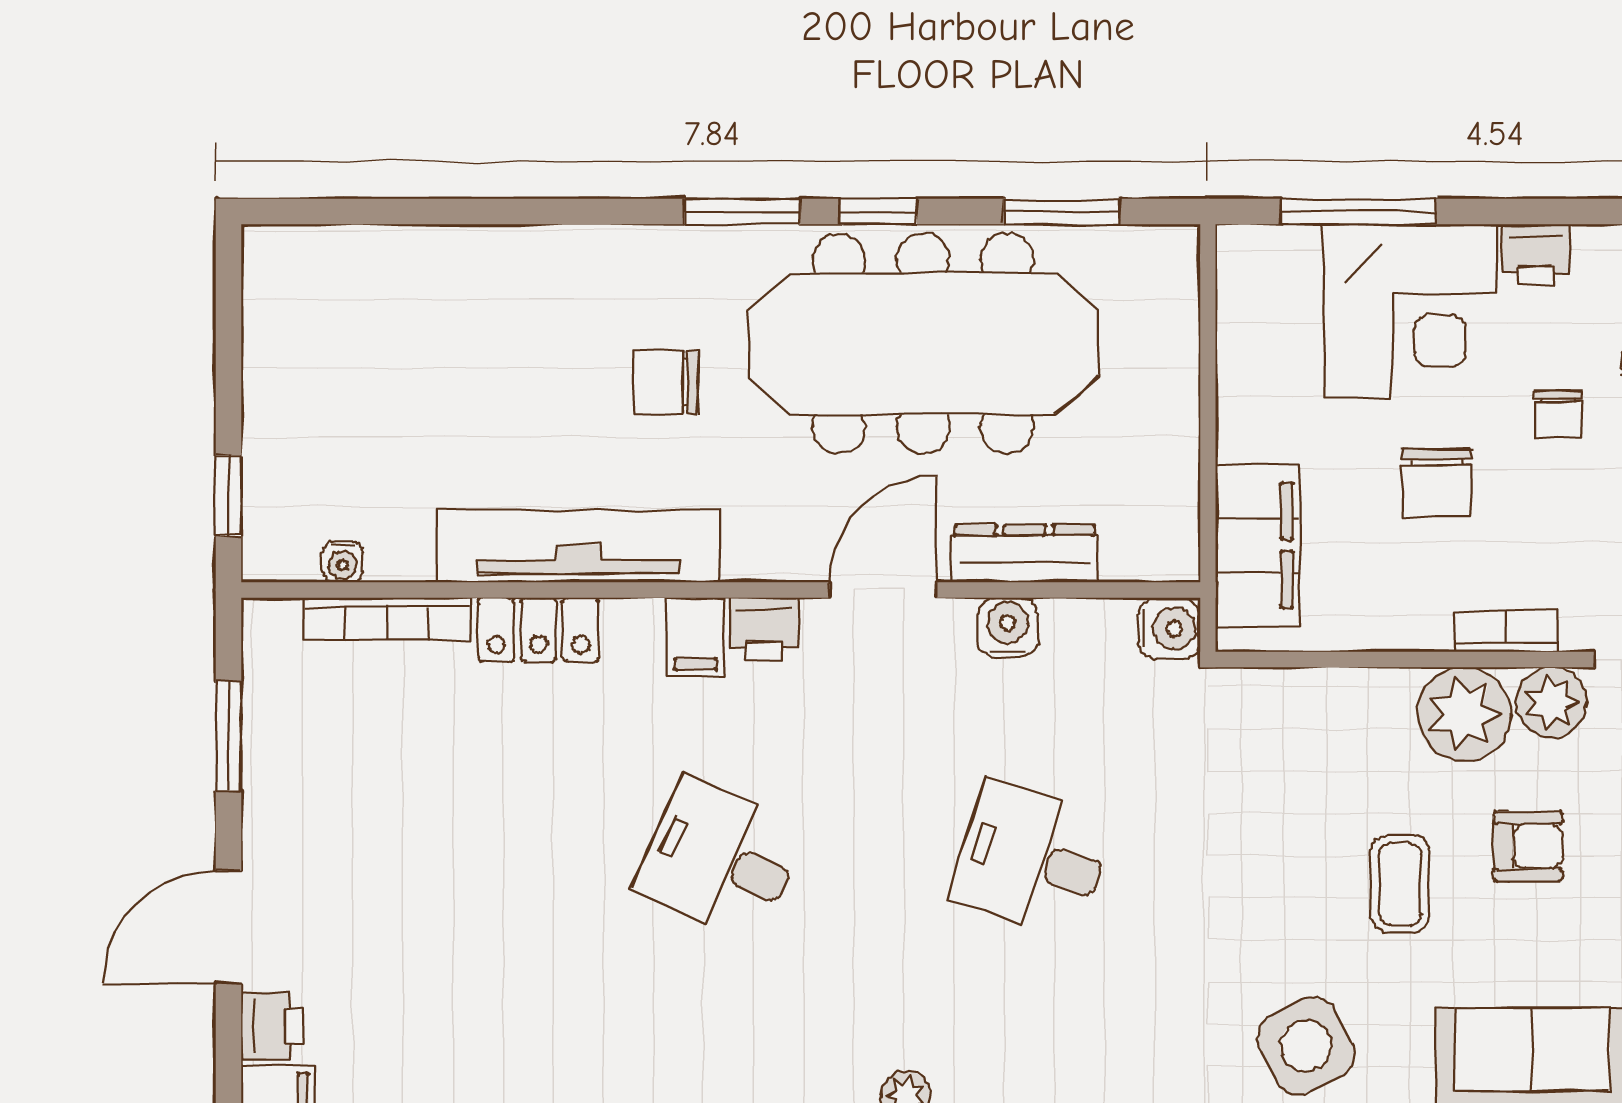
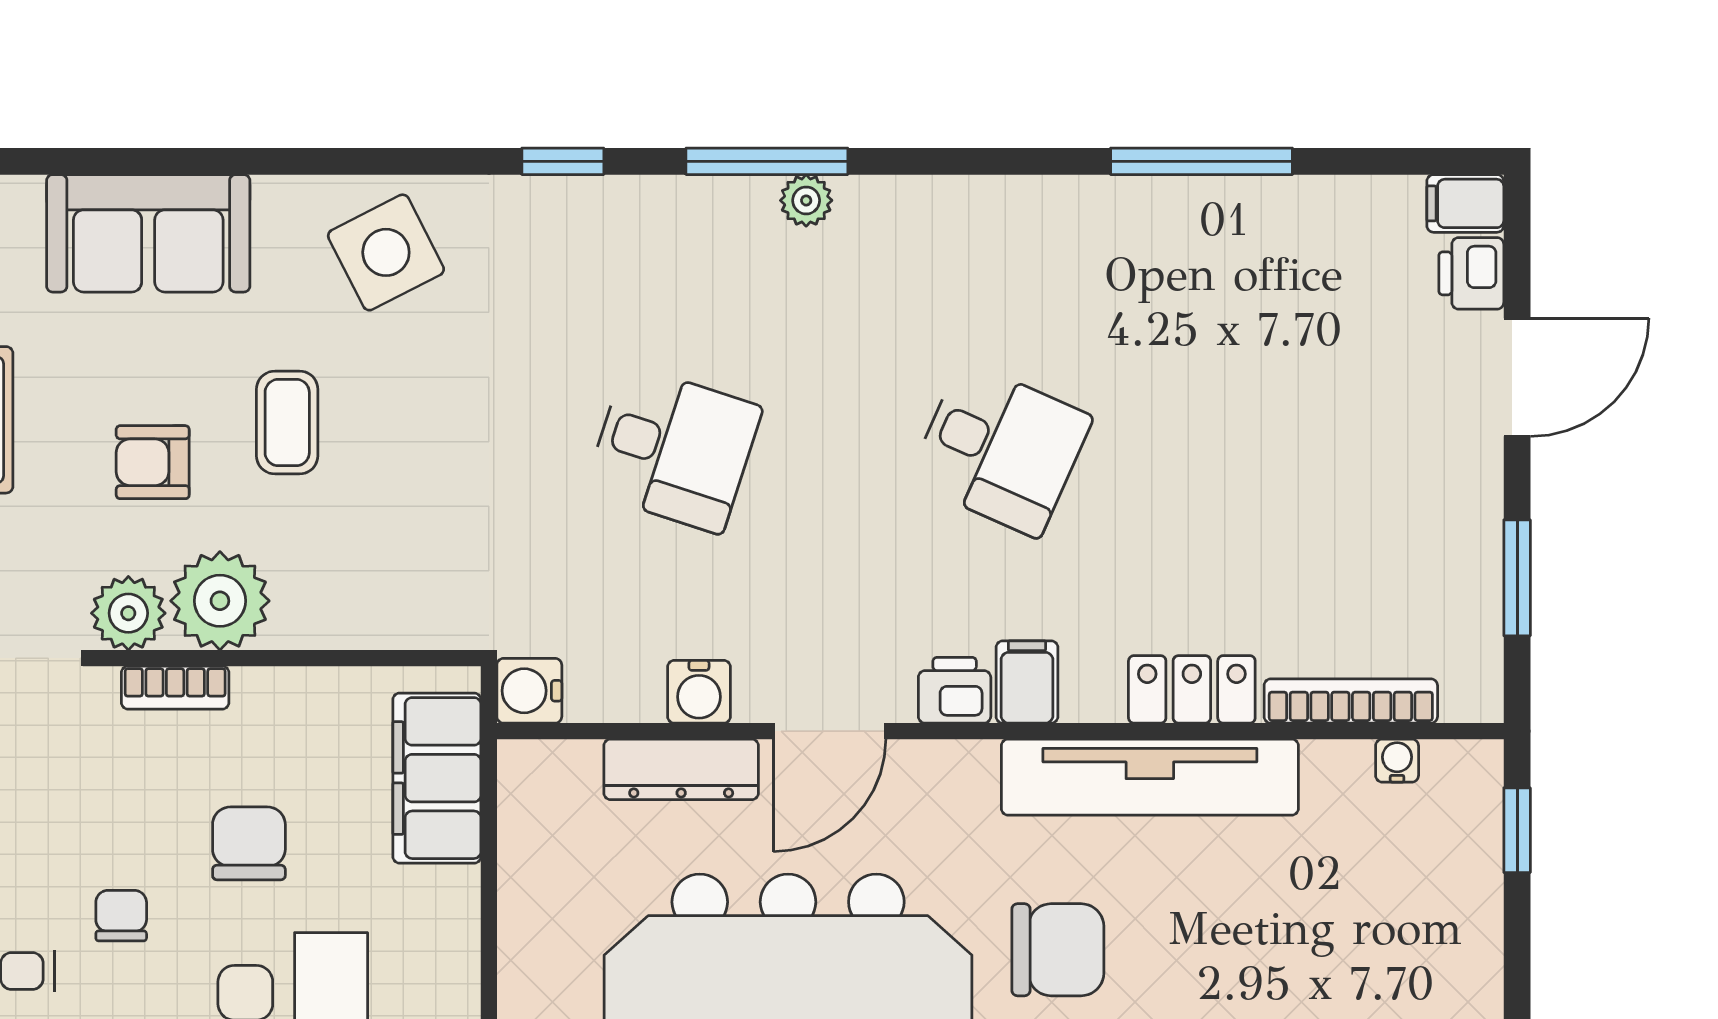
chair: (666, 382) -> (1058, 950), width x1.37, depth x1.37

